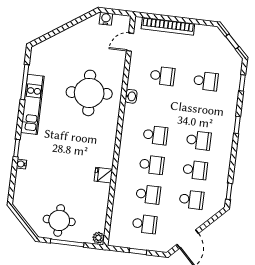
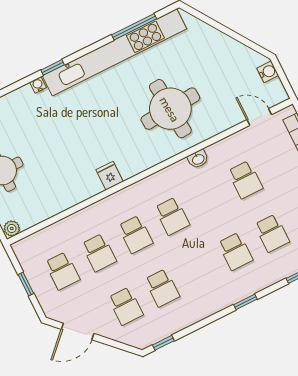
kitchen unit: (32, 104) -> (114, 52), width x1.86
school desk: (199, 140) -> (235, 251), moved
fridge: (103, 175) -> (110, 176), moved

